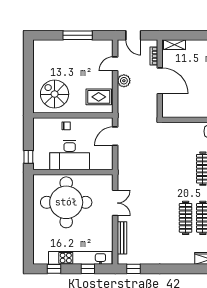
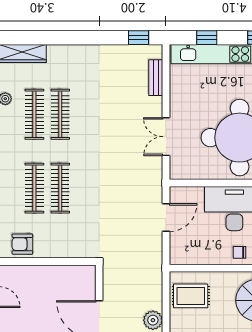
door: (115, 136) -> (166, 218), moved
clothes rail: (186, 169) -> (60, 188), added
bench: (122, 238) -> (156, 78), width x0.73

